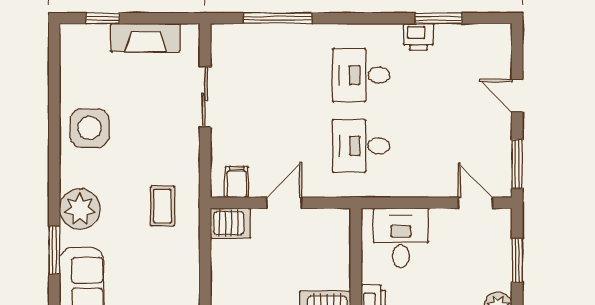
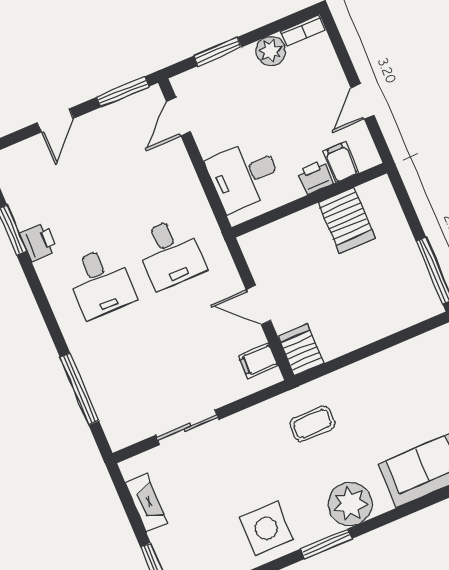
fireplace: (146, 38) -> (146, 503), width x0.73, depth x0.76
window: (54, 250) -> (326, 544), moved

